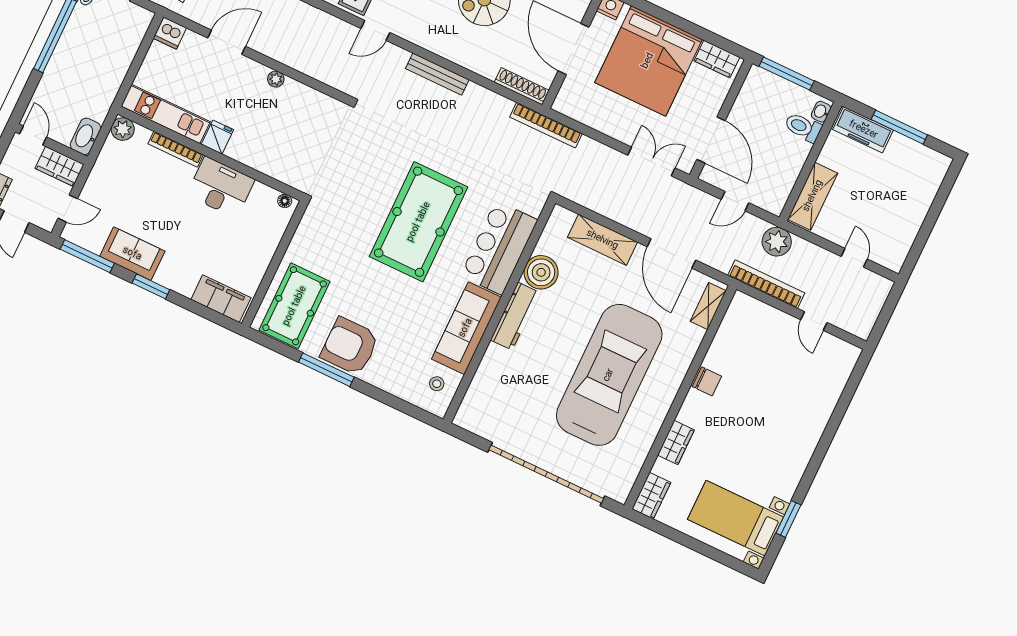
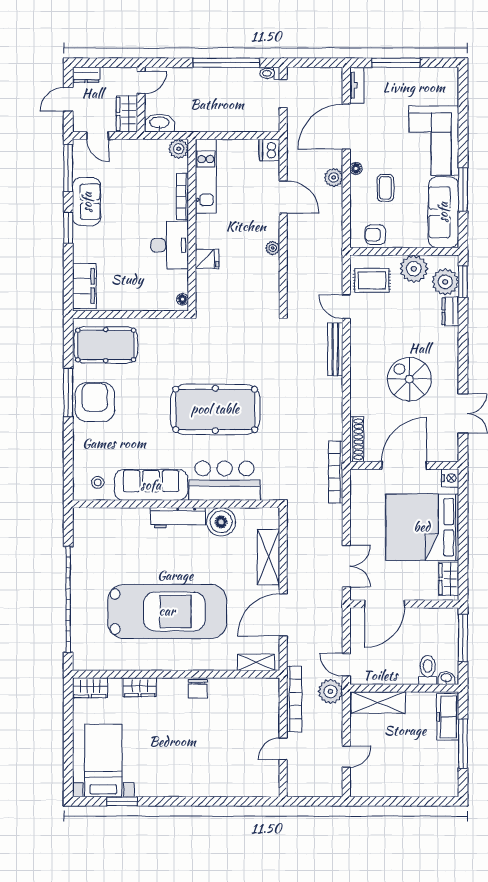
bench: (437, 74) -> (335, 349), moved
fridge: (217, 137) -> (207, 259), moved
door: (735, 201) -> (346, 665), moved

